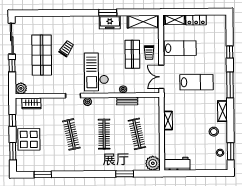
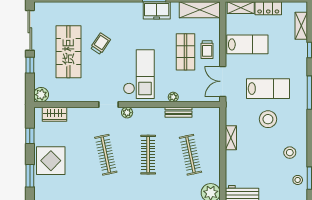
checkout: (96, 72) -> (139, 74), turned 180
stool: (197, 106) -> (268, 119), added
shelving: (222, 111) -> (301, 26), moved

